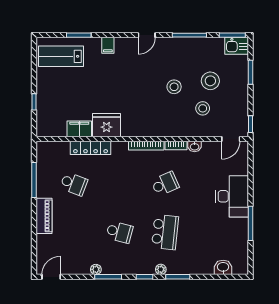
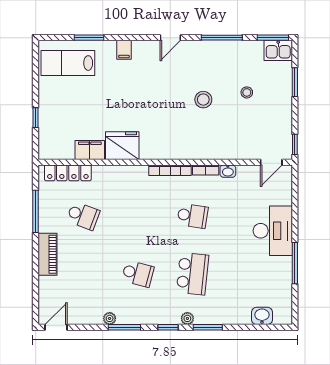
stool: (210, 81) -> (247, 92), width x0.53, depth x0.53
stool: (203, 108) -> (238, 125), removed
locker: (91, 148) -> (68, 173), moved
school desk: (165, 184) -> (193, 216), turned 33

